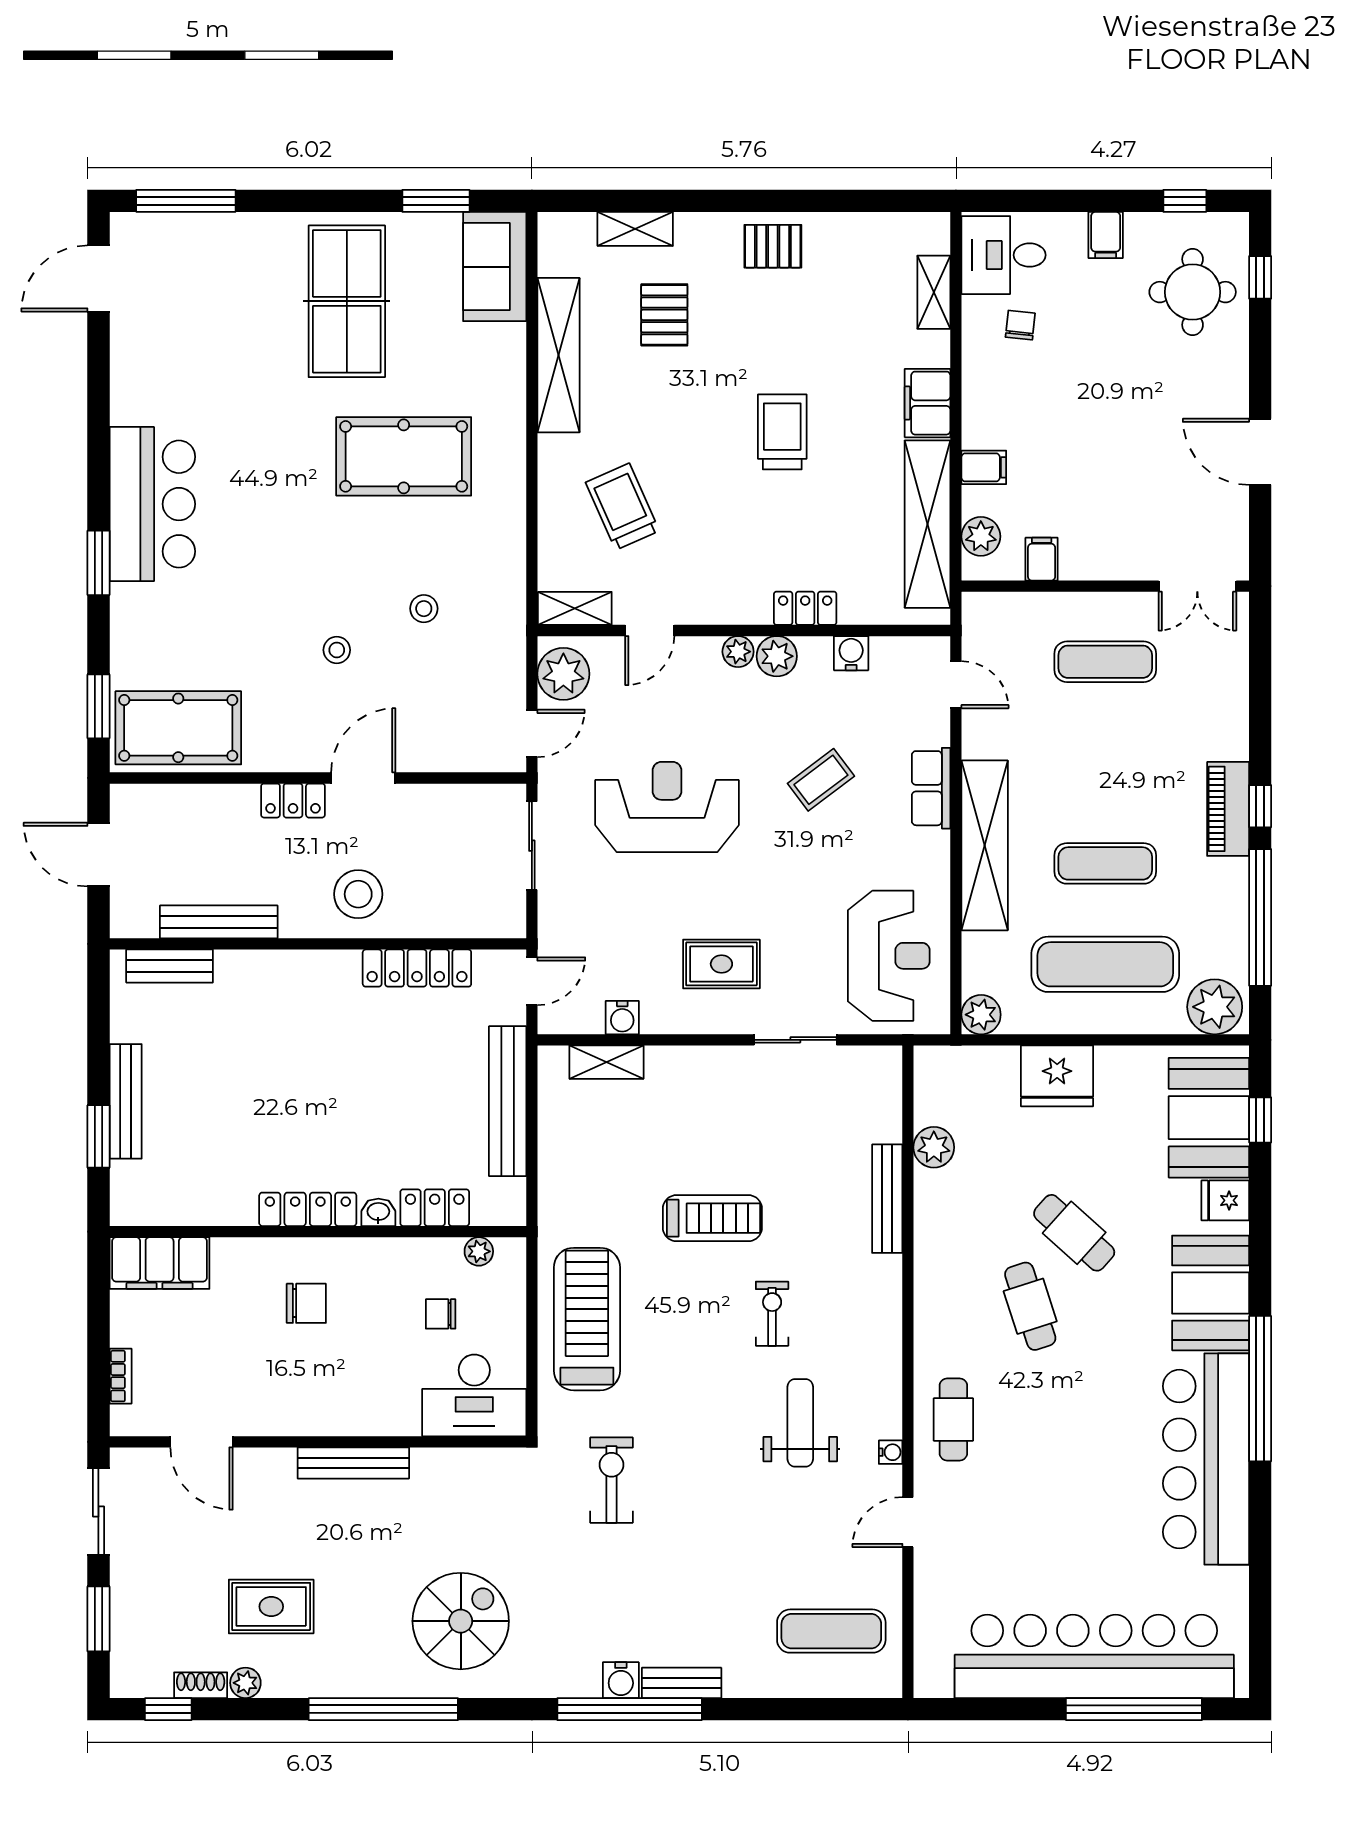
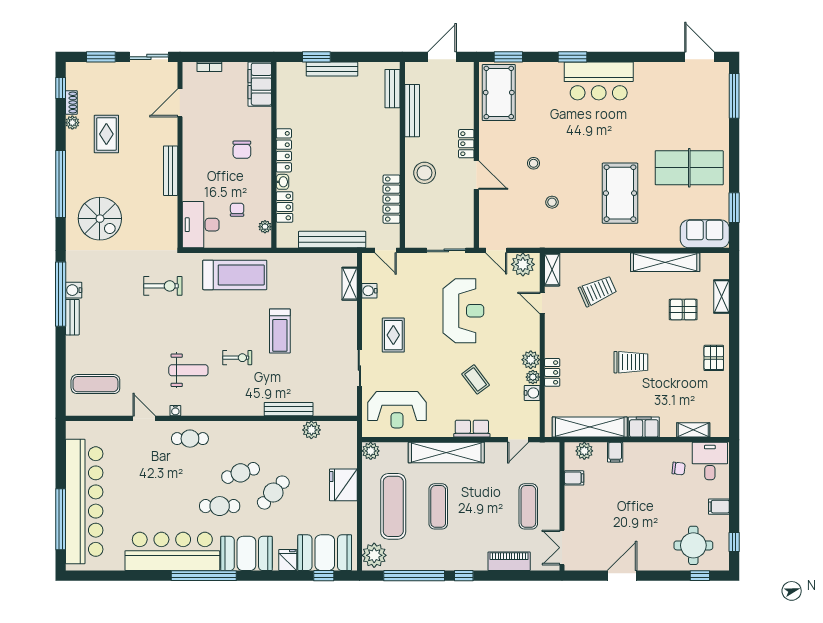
plant: (738, 652) -> (533, 377), moved
piano: (1228, 809) -> (509, 561), moved
cafe table: (1104, 1353) -> (220, 506), added
exercise mat: (831, 1631) -> (95, 384), turned 90

